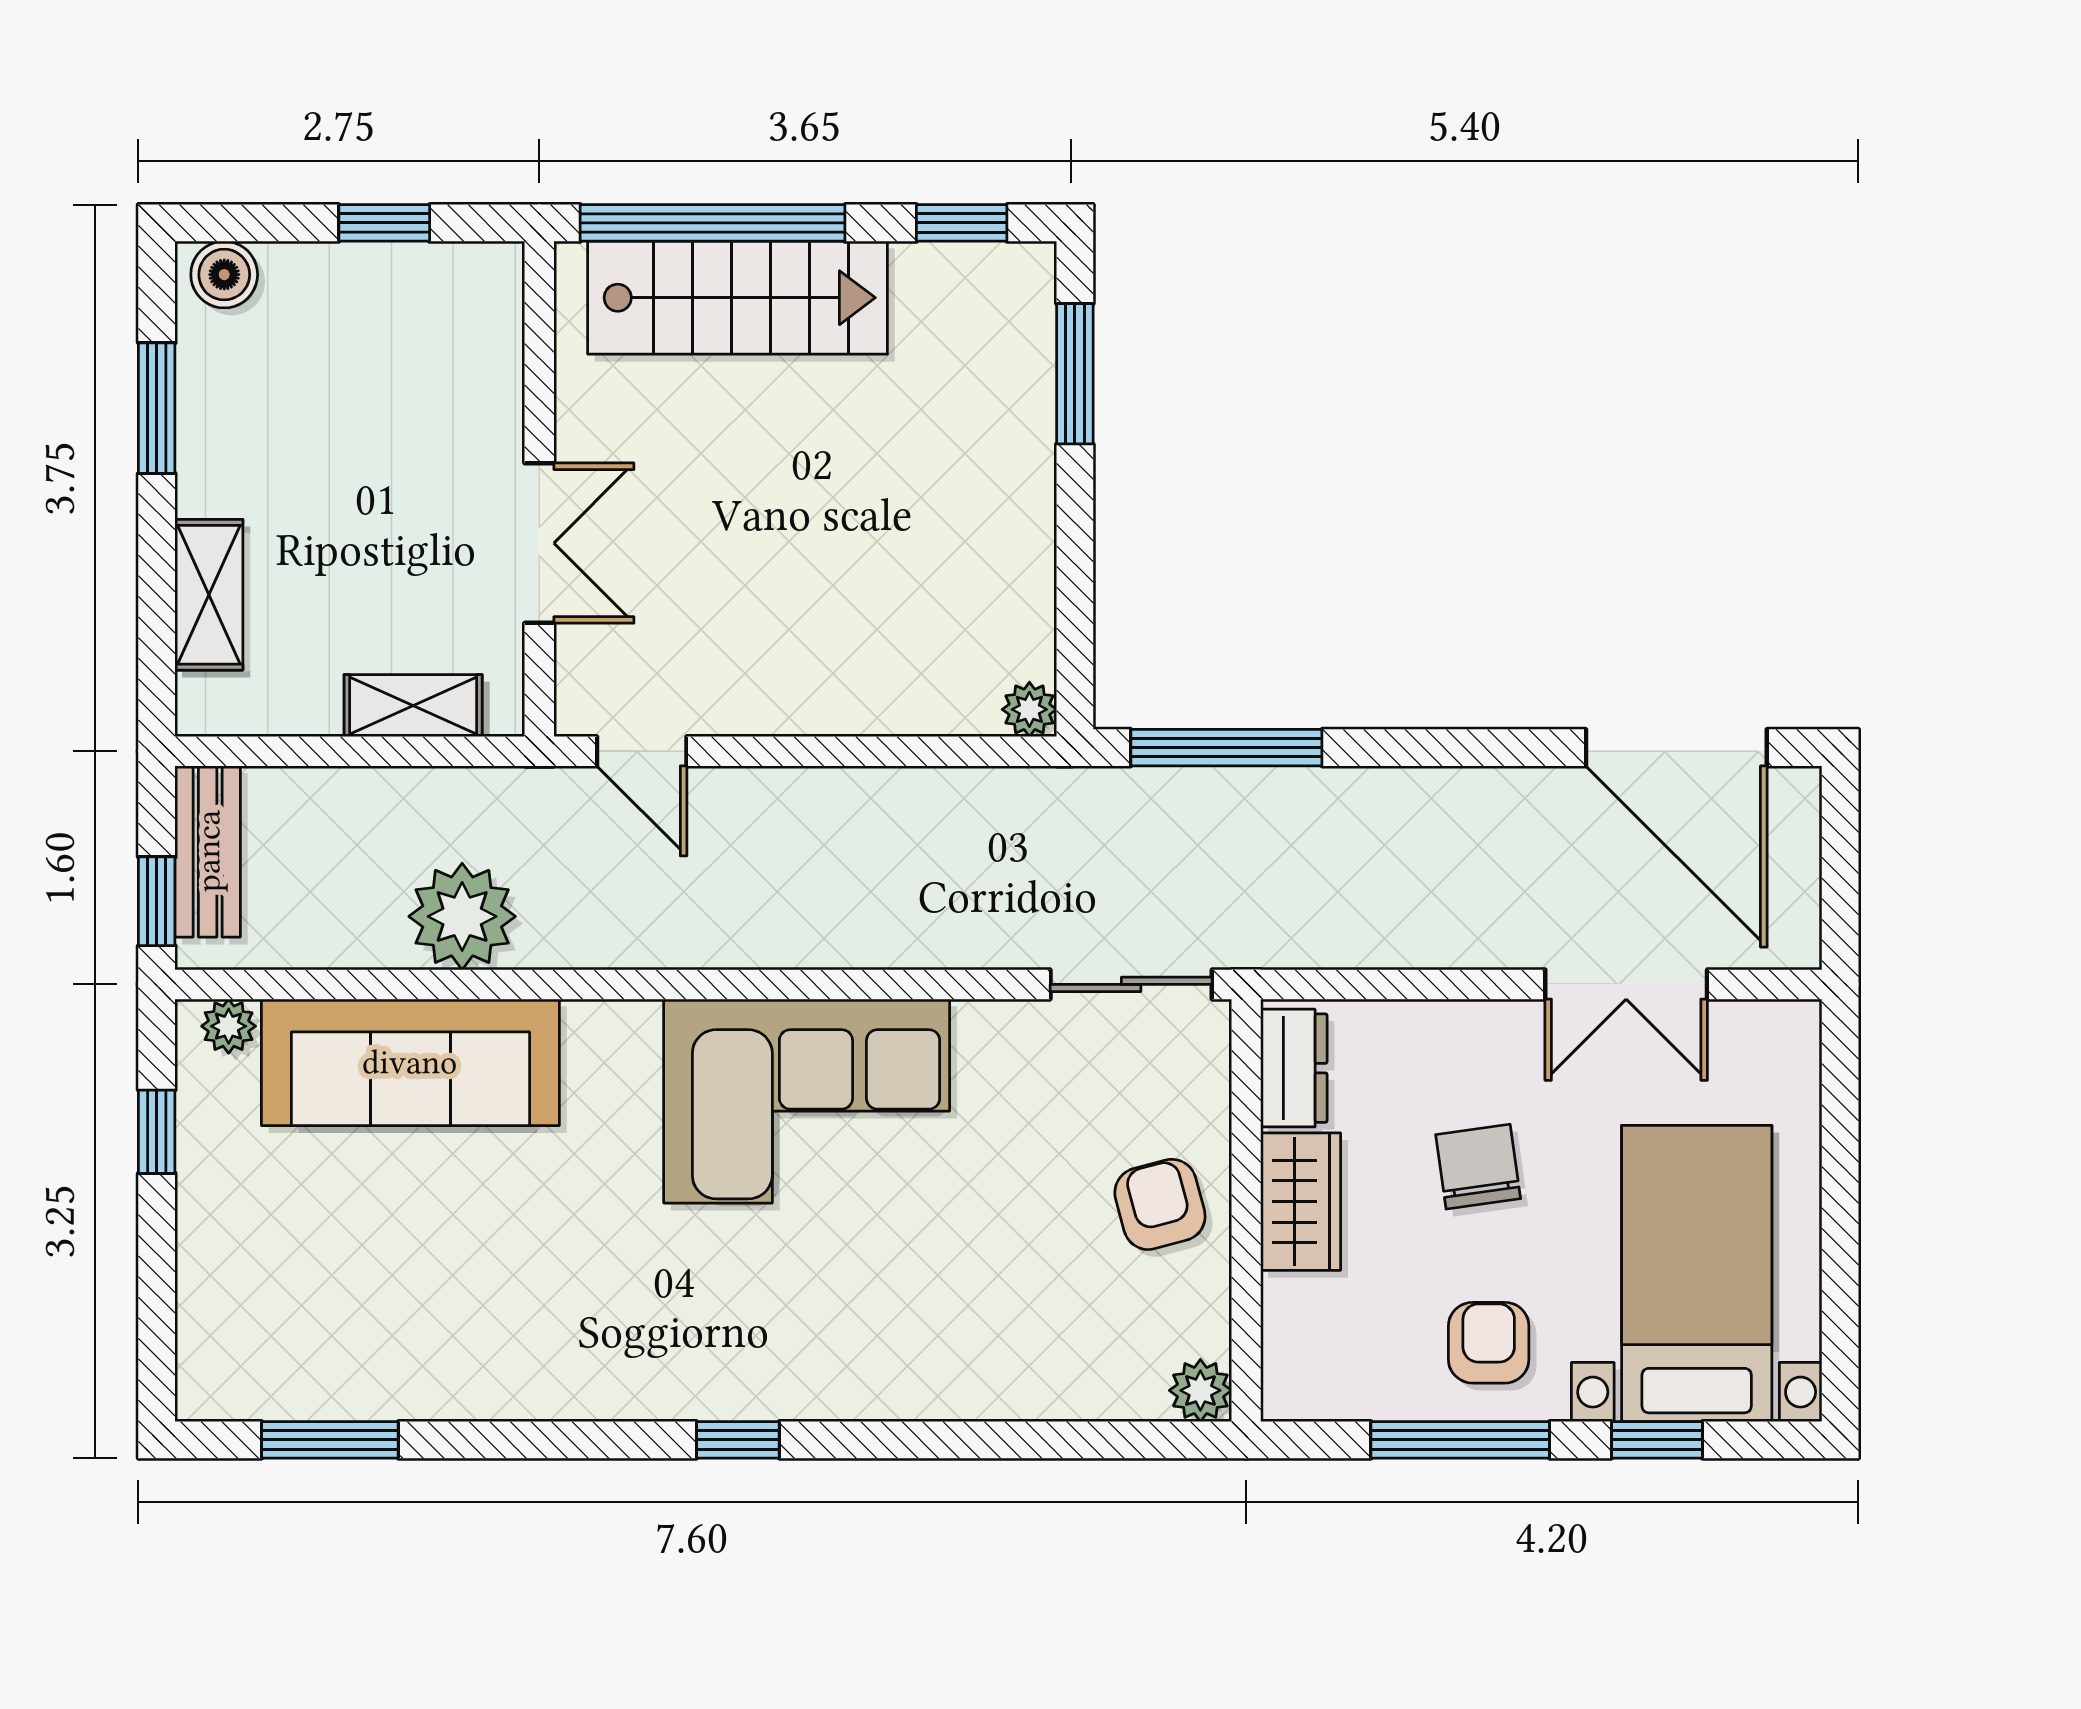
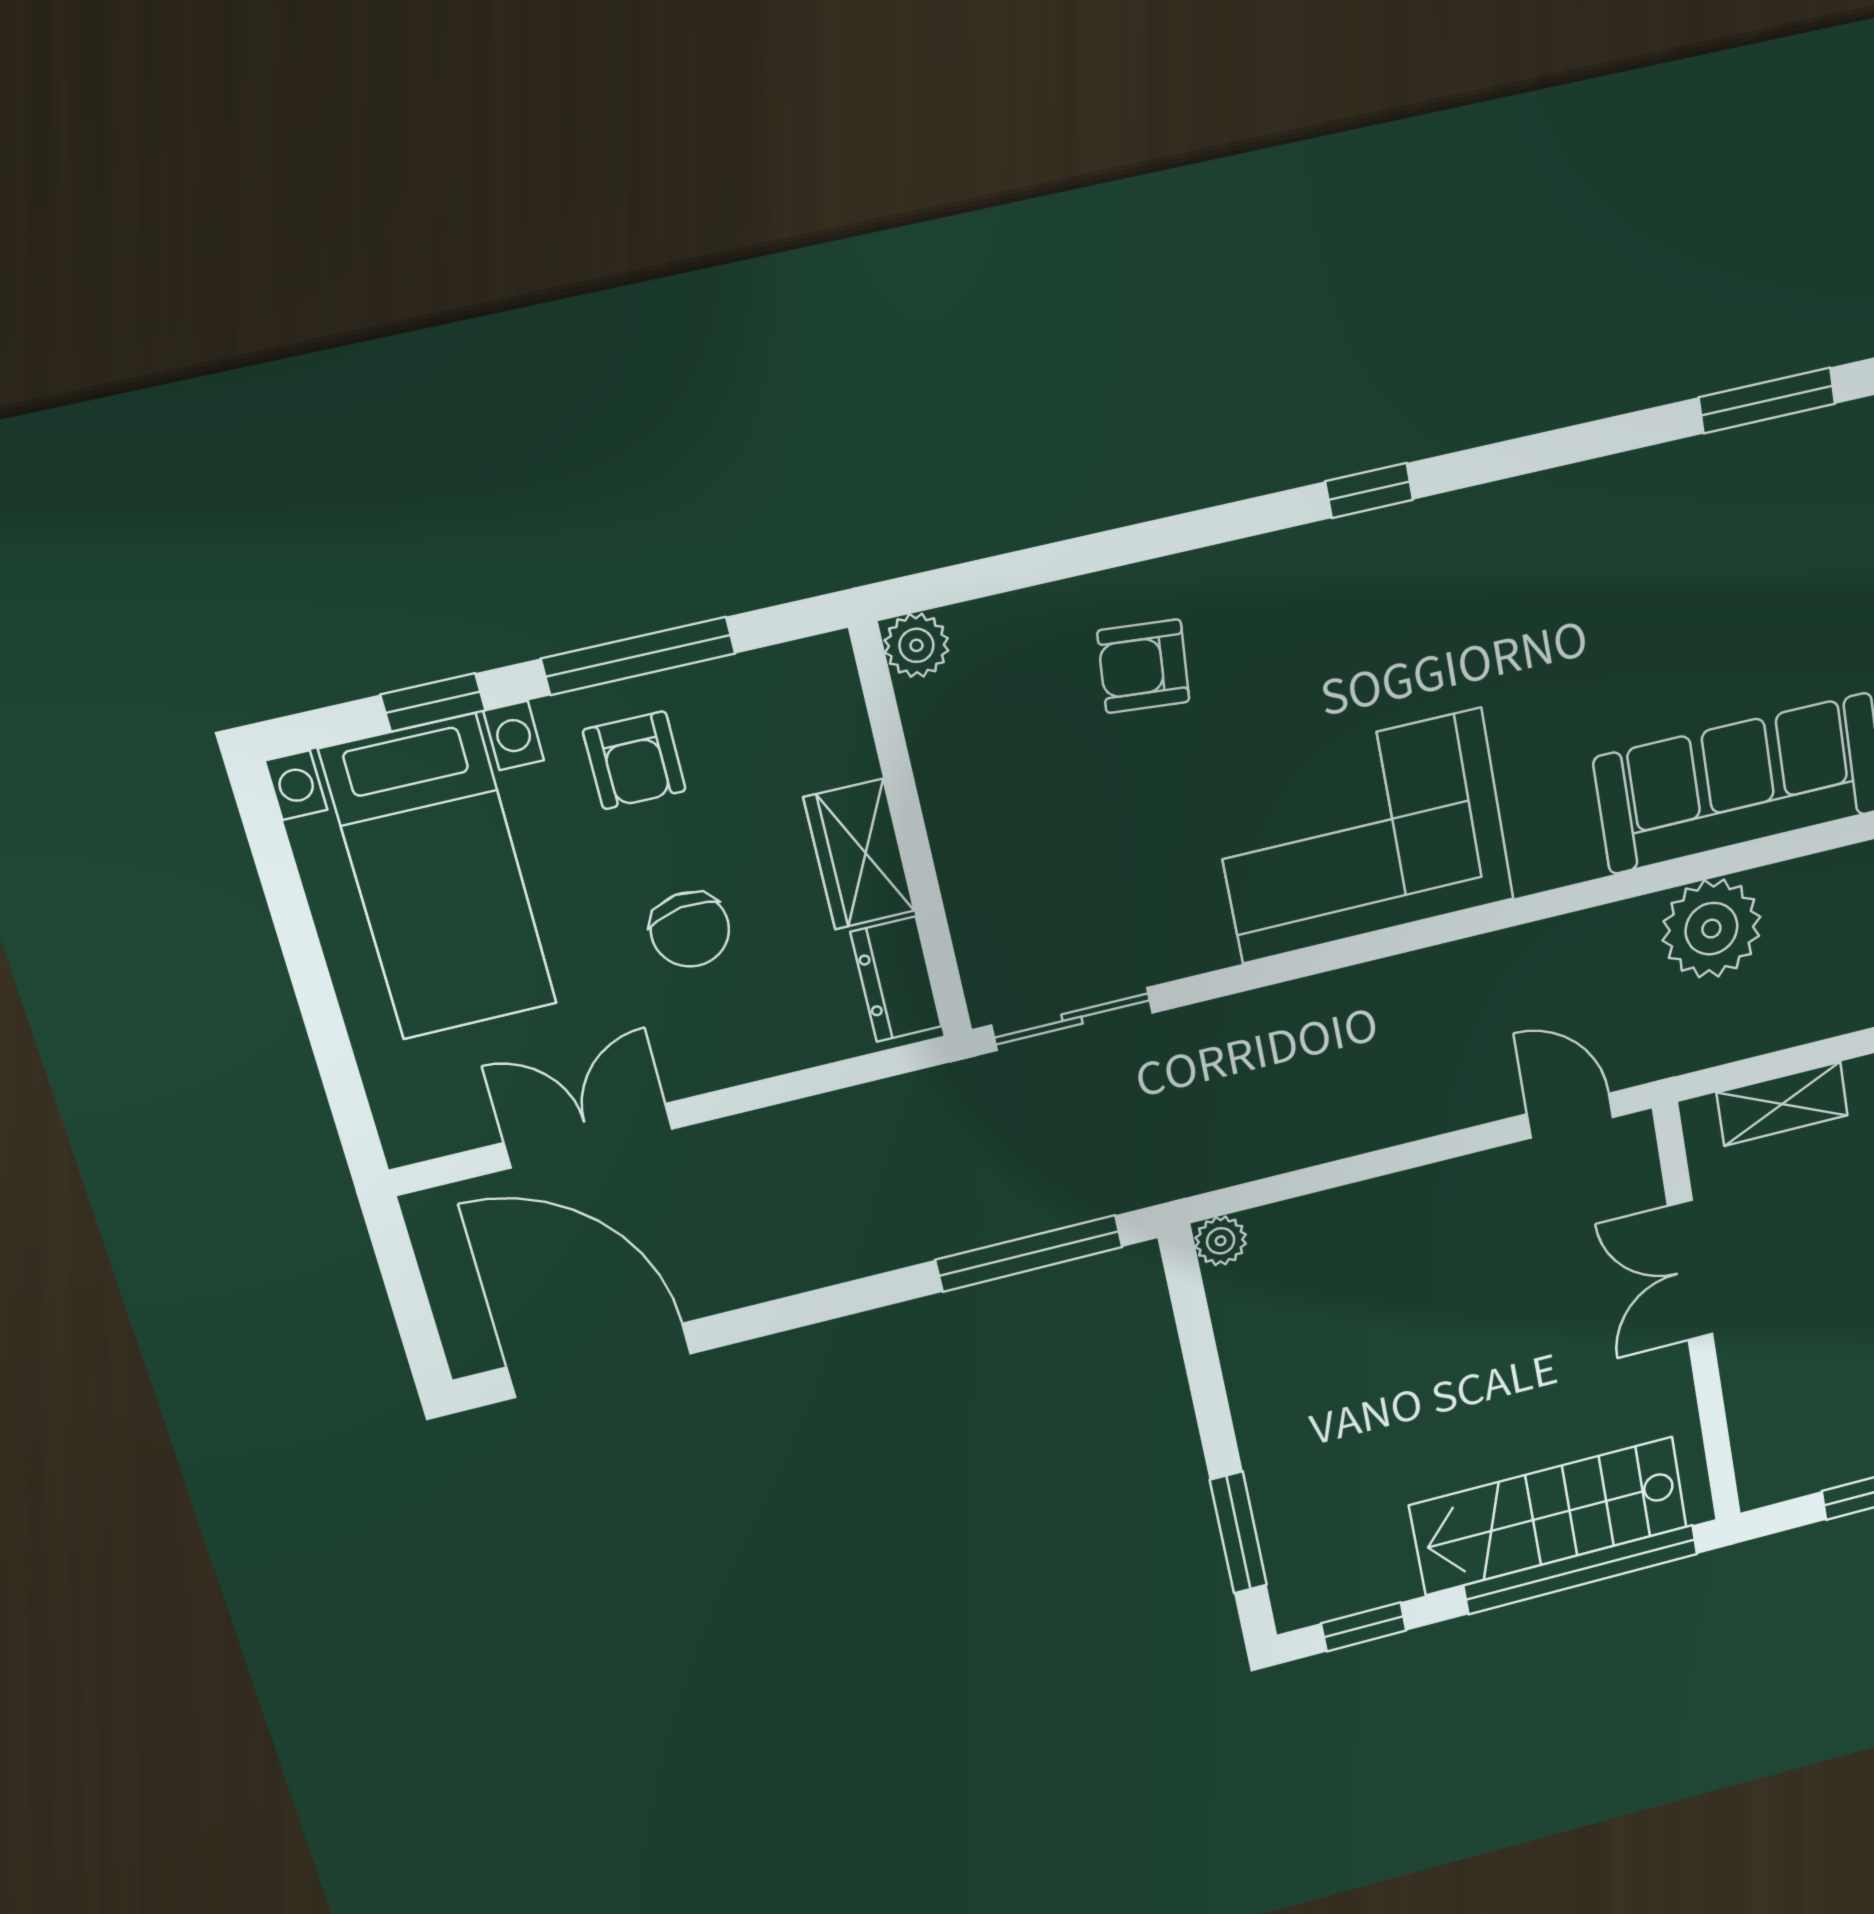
armchair: (1160, 1204) -> (1143, 666), moved, turned 110

